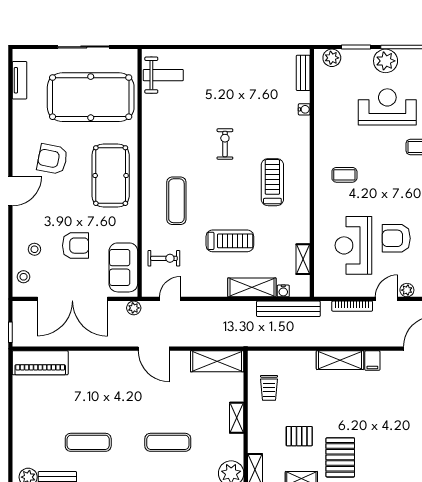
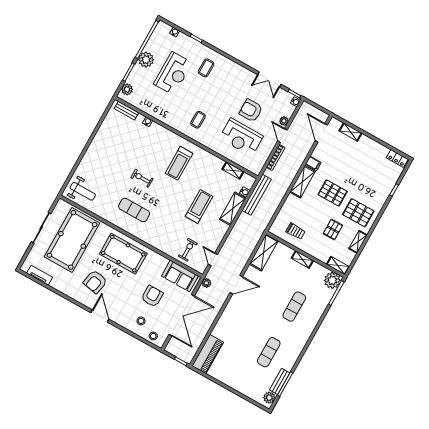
weight bench: (163, 75) -> (83, 191), turned 90
reception desk: (387, 107) -> (173, 73), turned 180
treadmill: (272, 182) -> (179, 163), turned -90
exercise mat: (176, 201) -> (134, 210), moved
armchair: (396, 238) -> (251, 110), turned 90
pallet: (347, 409) -> (333, 193), added

